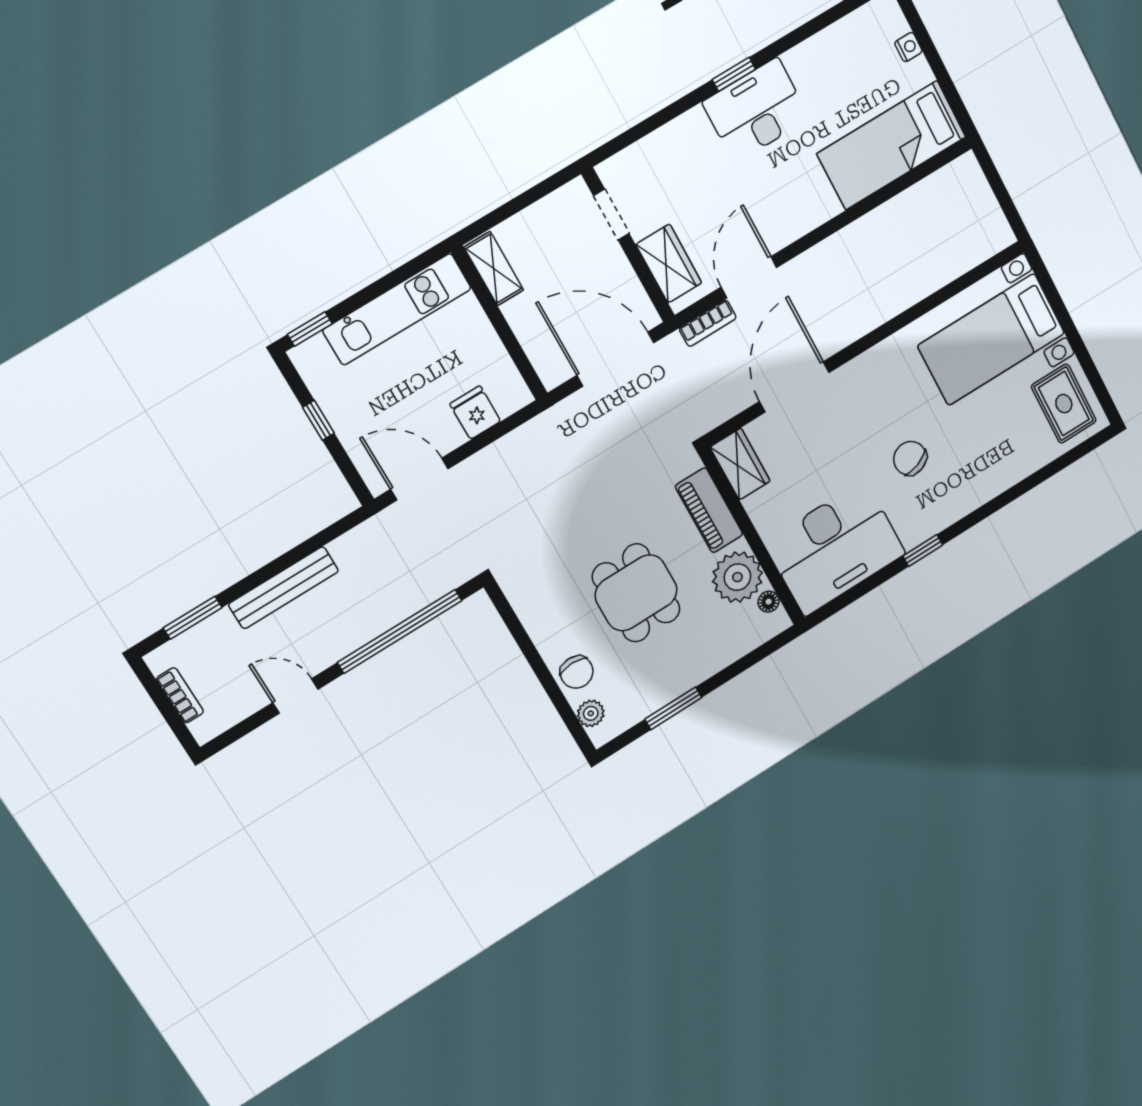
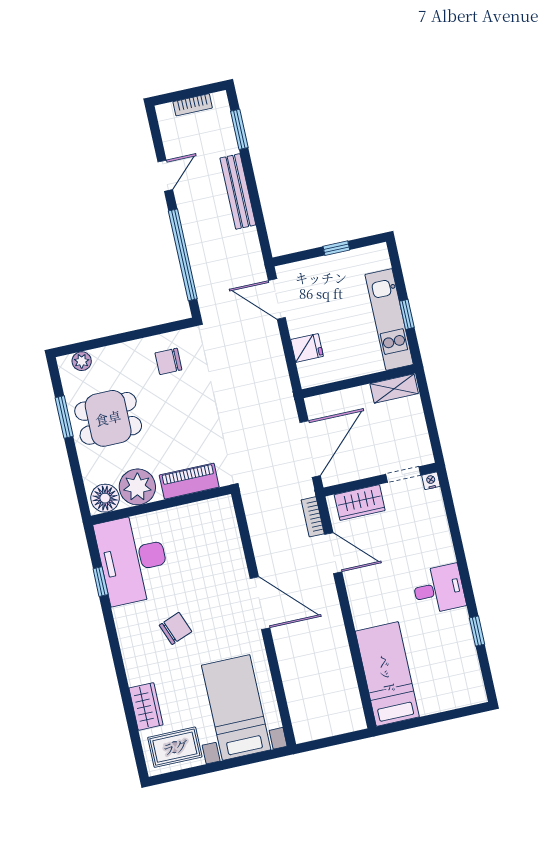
nightstand: (908, 47) -> (431, 481), moved, turned 180
window: (734, 74) -> (477, 631), moved
desk: (756, 110) -> (439, 589), width x0.73
window: (310, 329) -> (407, 314), moved
door: (794, 387) -> (260, 603), moved
wardrobe: (740, 464) -> (146, 706), moved, turned -90
door: (419, 479) -> (277, 299), swing flipped
window: (923, 551) -> (101, 582), moved
dining table: (636, 593) -> (108, 418), moved
floor lamp: (769, 602) -> (105, 498), width x1.89, depth x1.89
chair: (577, 672) -> (168, 361), moved

